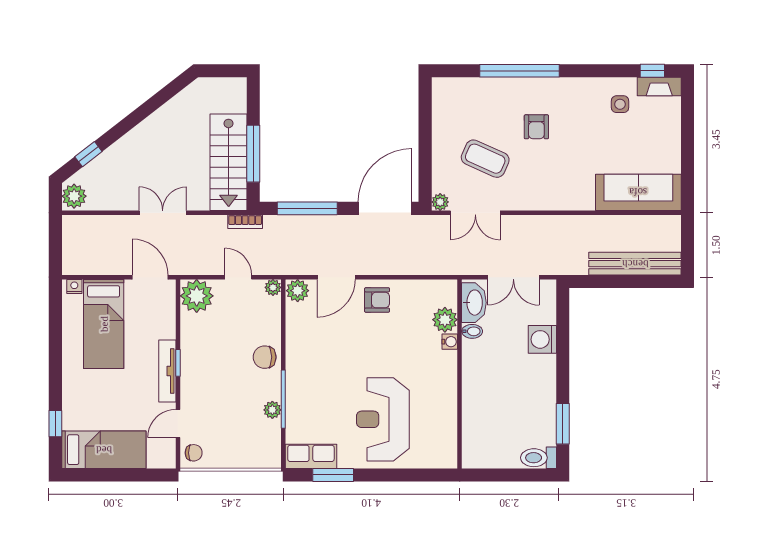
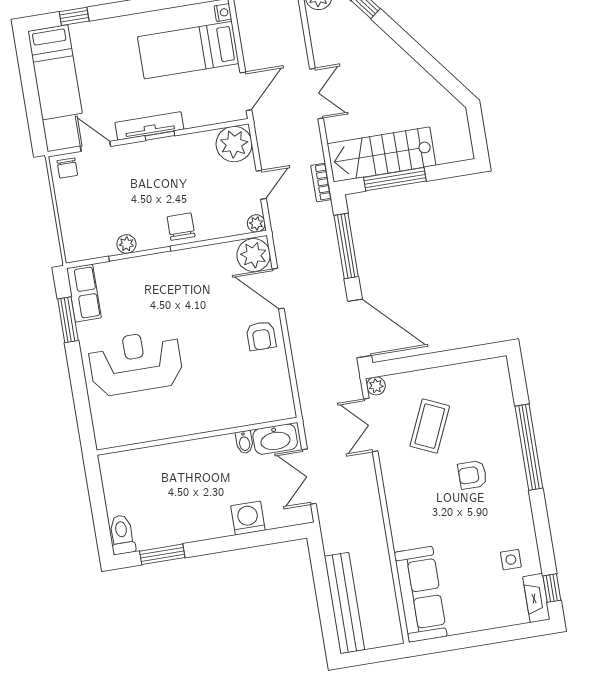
plant: (298, 291) -> (254, 255), width x1.36, depth x1.36
plant: (445, 320) -> (252, 411), removed
water cooler: (450, 342) -> (229, 420), removed

